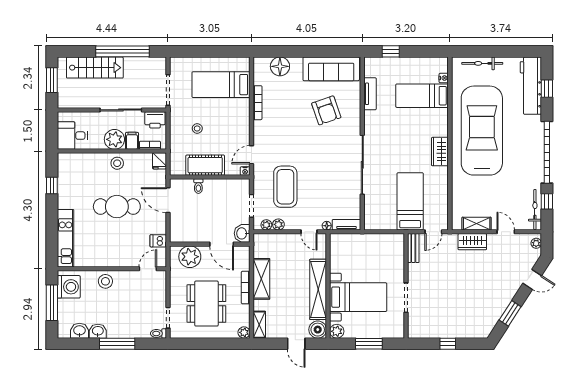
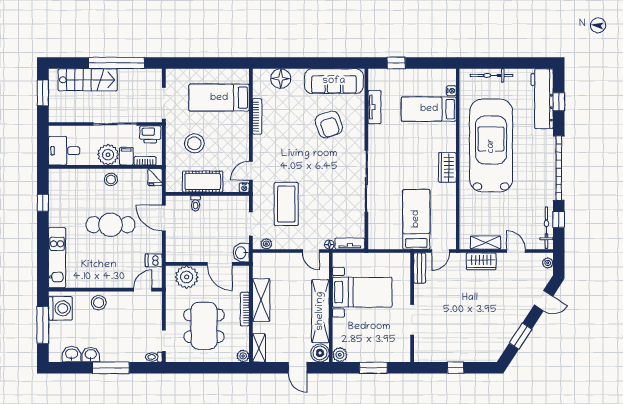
stool: (197, 128) -> (194, 143), width x1.89, depth x1.89
plant: (278, 224) -> (279, 243), removed
bed with nightstands: (358, 297) -> (362, 292), moved

